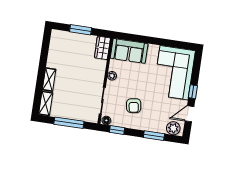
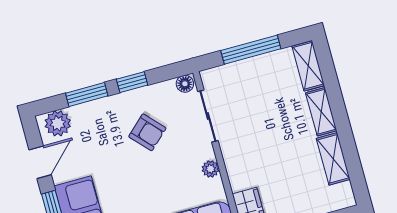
shelving: (53, 55) -> (333, 159), added
armchair: (134, 106) -> (147, 132), turned 146
window: (117, 130) -> (132, 82), moved

